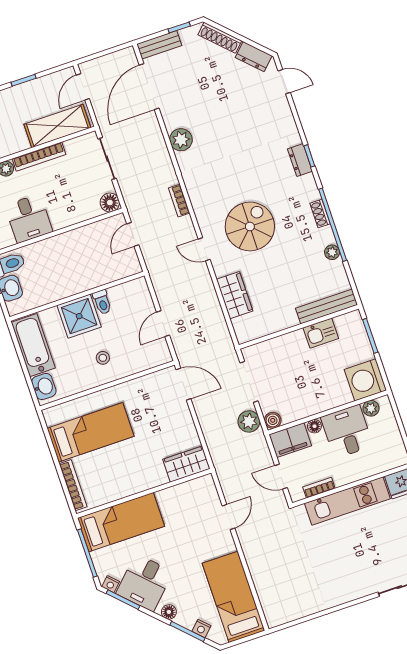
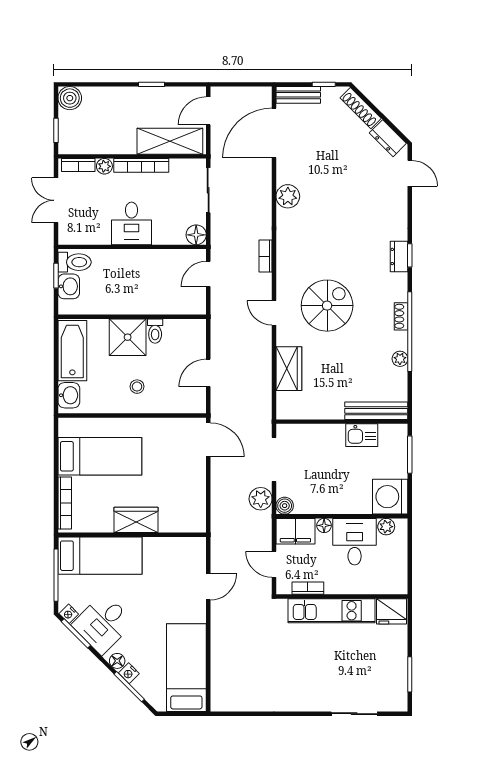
desk: (29, 219) -> (132, 223), moved
wardrobe: (186, 464) -> (136, 520), moved
nightstand: (201, 628) -> (129, 673), moved

